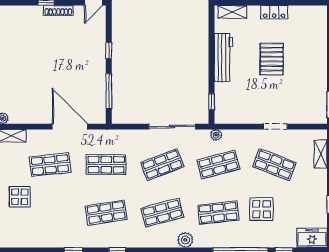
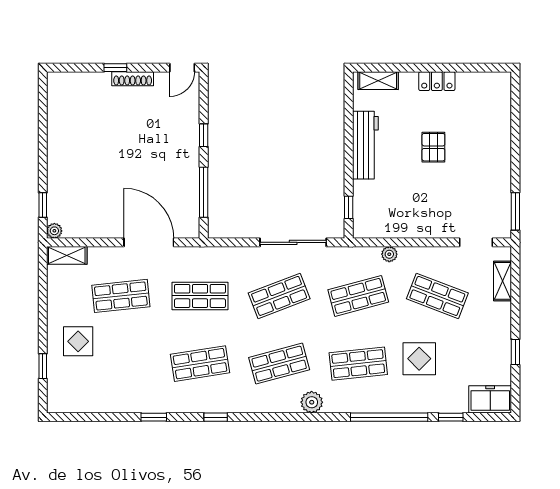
pallet: (272, 59) -> (433, 147), width x0.67, depth x0.71
doorway: (276, 127) -> (476, 242), moved
plant: (216, 135) -> (389, 254), moved

